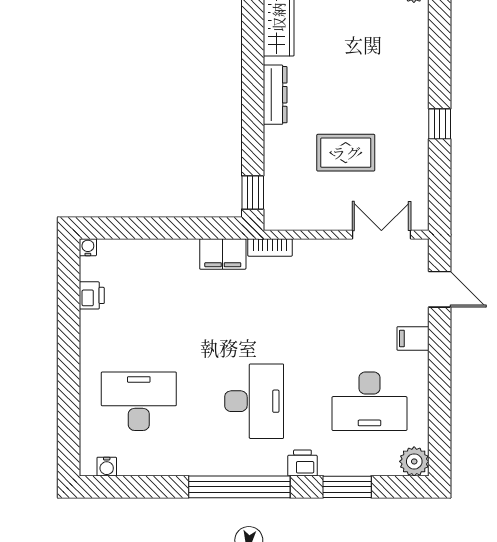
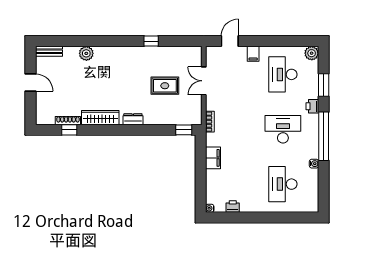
dresser: (275, 95) -> (133, 119), width x0.70
rug: (346, 153) -> (165, 86), turned 90
double door: (381, 235) -> (204, 81), moved
filing cabinet: (223, 254) -> (213, 158), moved
desk: (369, 401) -> (283, 74), turned 180
water cooler: (107, 467) -> (314, 164), moved

